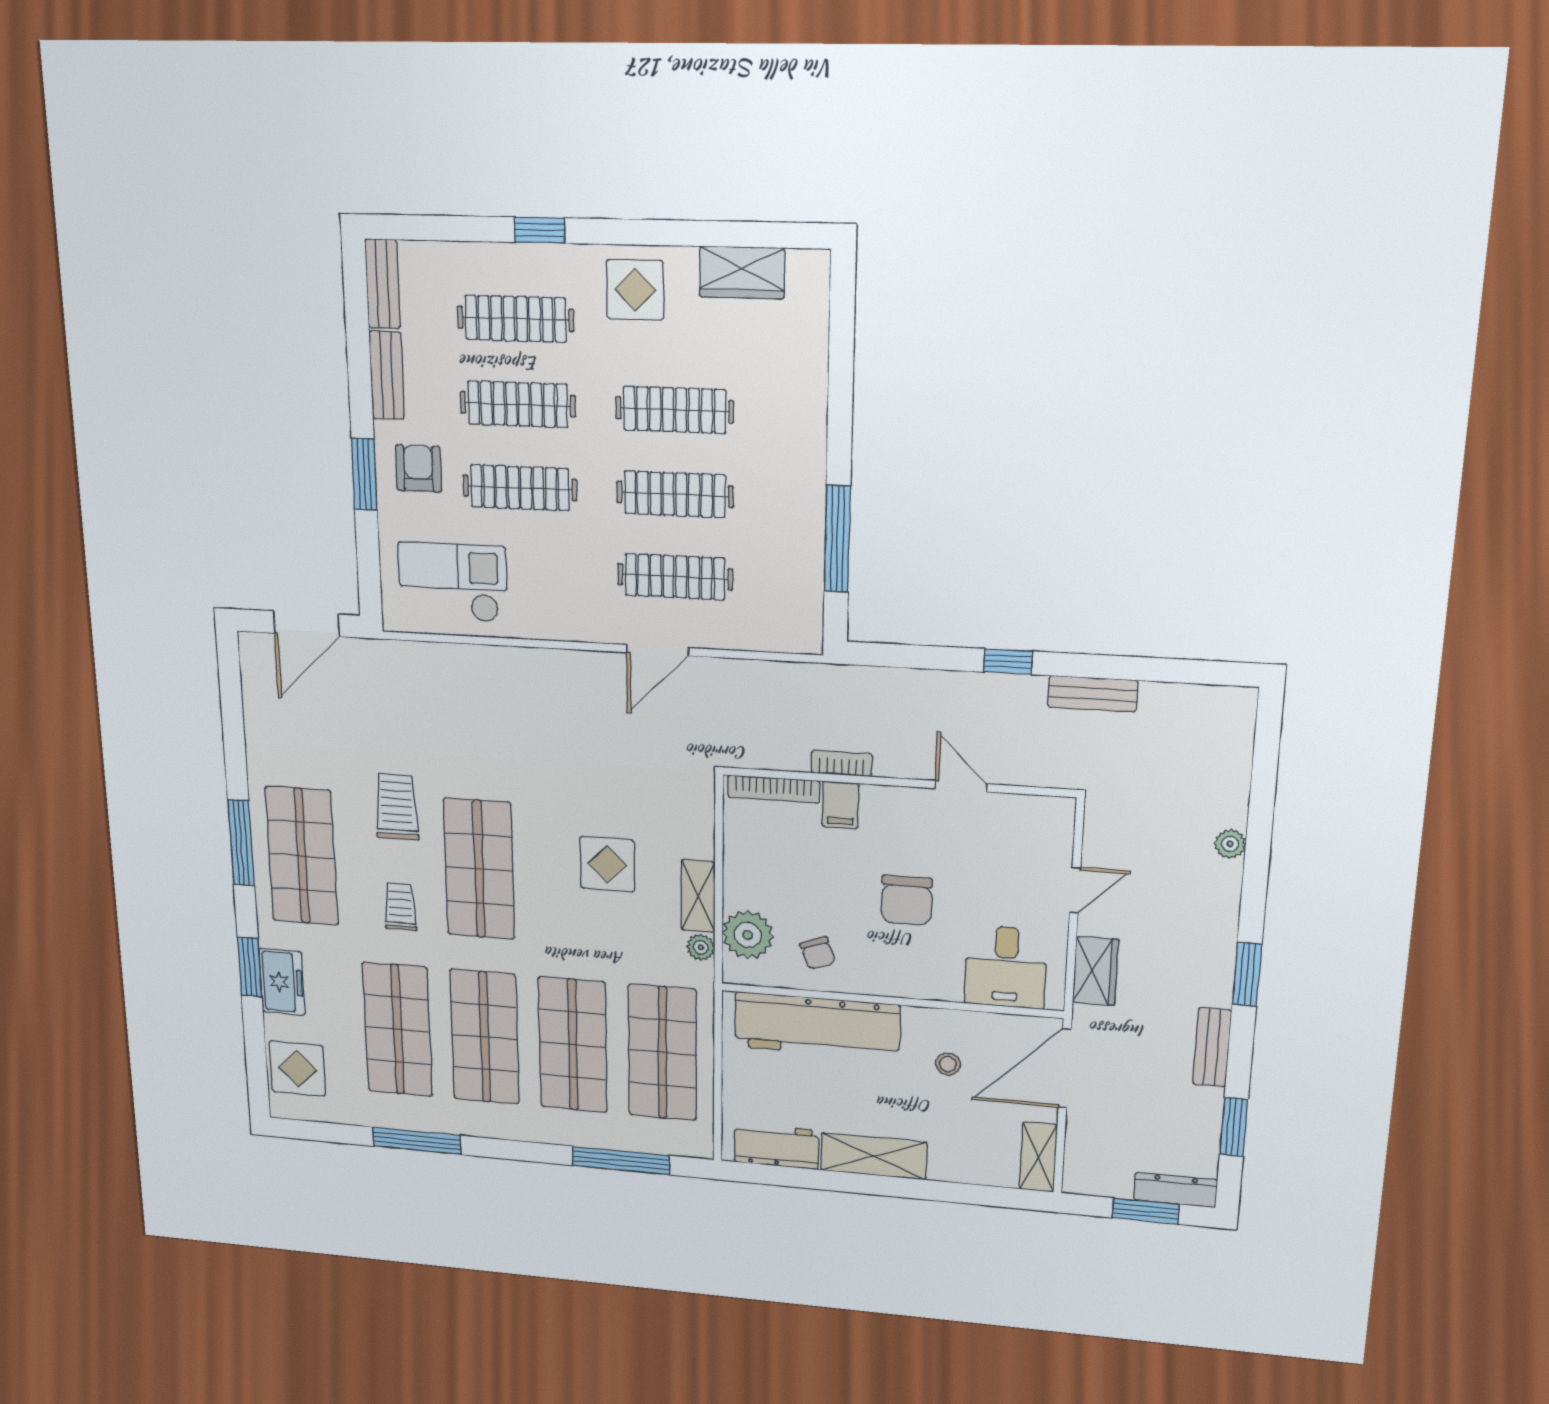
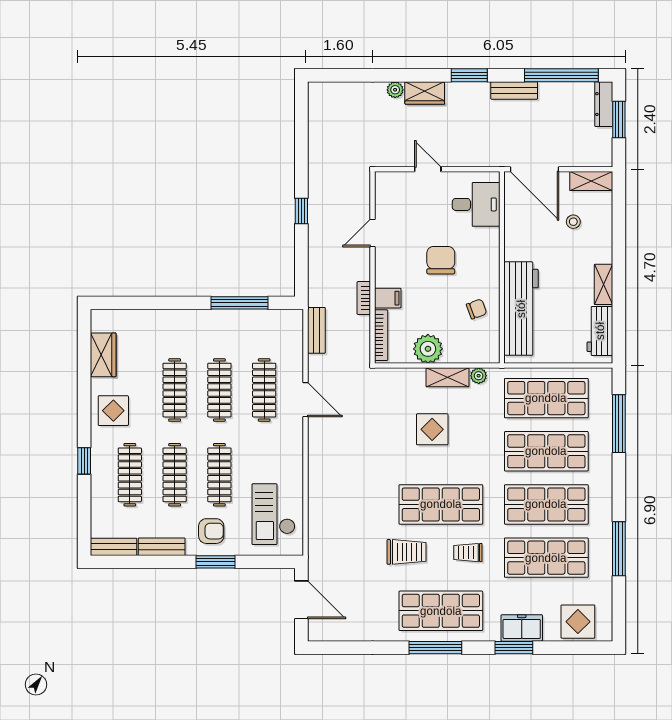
armchair: (418, 469) -> (211, 531), turned 180
bench: (1093, 694) -> (316, 330), moved
trolley: (397, 807) -> (407, 552), turned 180
chair: (907, 900) -> (441, 260), turned -90
plant: (748, 935) -> (428, 349), moved
wardrobe: (1096, 971) -> (425, 93), moved, turned 180
stool: (948, 1064) -> (573, 222), moved
window: (1234, 1127) -> (561, 75), width x2.11
shelving: (874, 1156) -> (603, 284), width x0.67, depth x0.75

